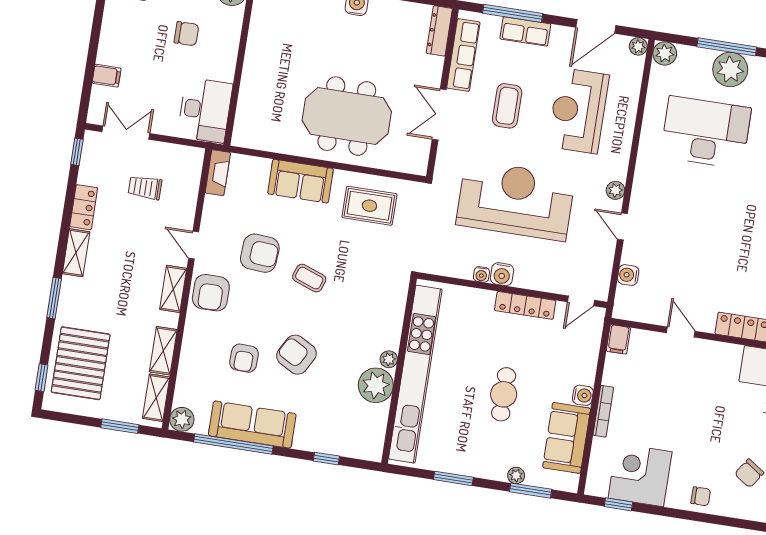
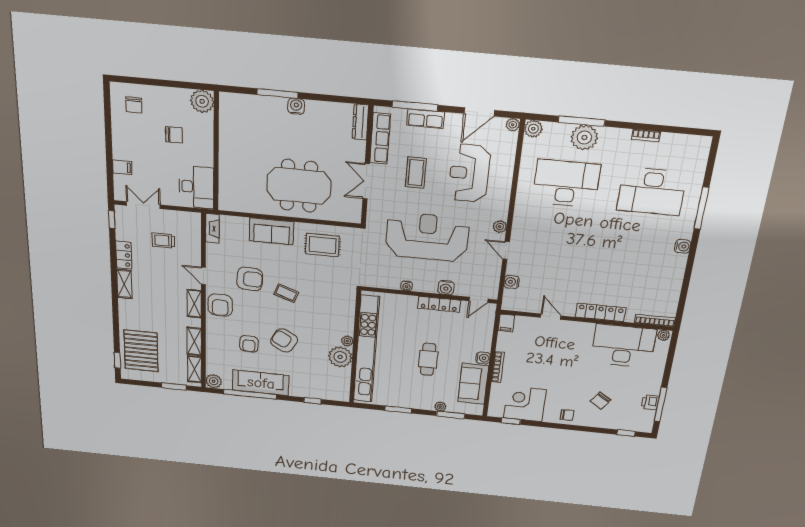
water cooler: (502, 274) -> (446, 288), moved
window: (54, 298) -> (115, 313), removed

